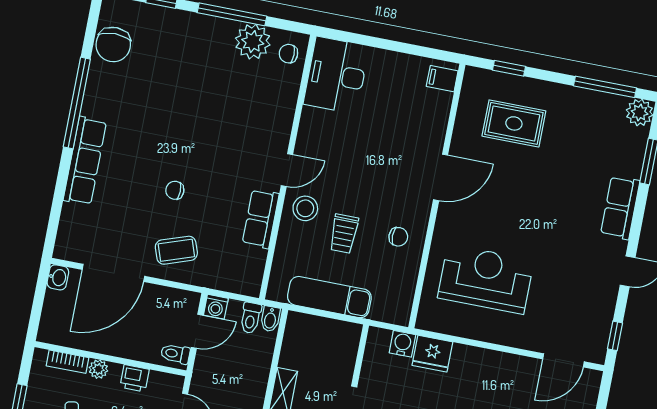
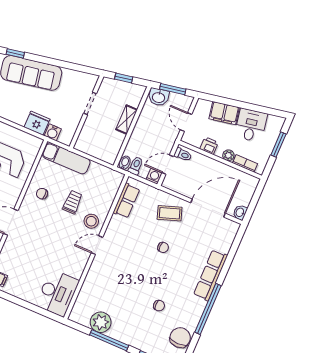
chair: (288, 54) -> (159, 306), moved
row of seats: (261, 219) -> (126, 201), moved
exam couch: (329, 297) -> (66, 158), moved

